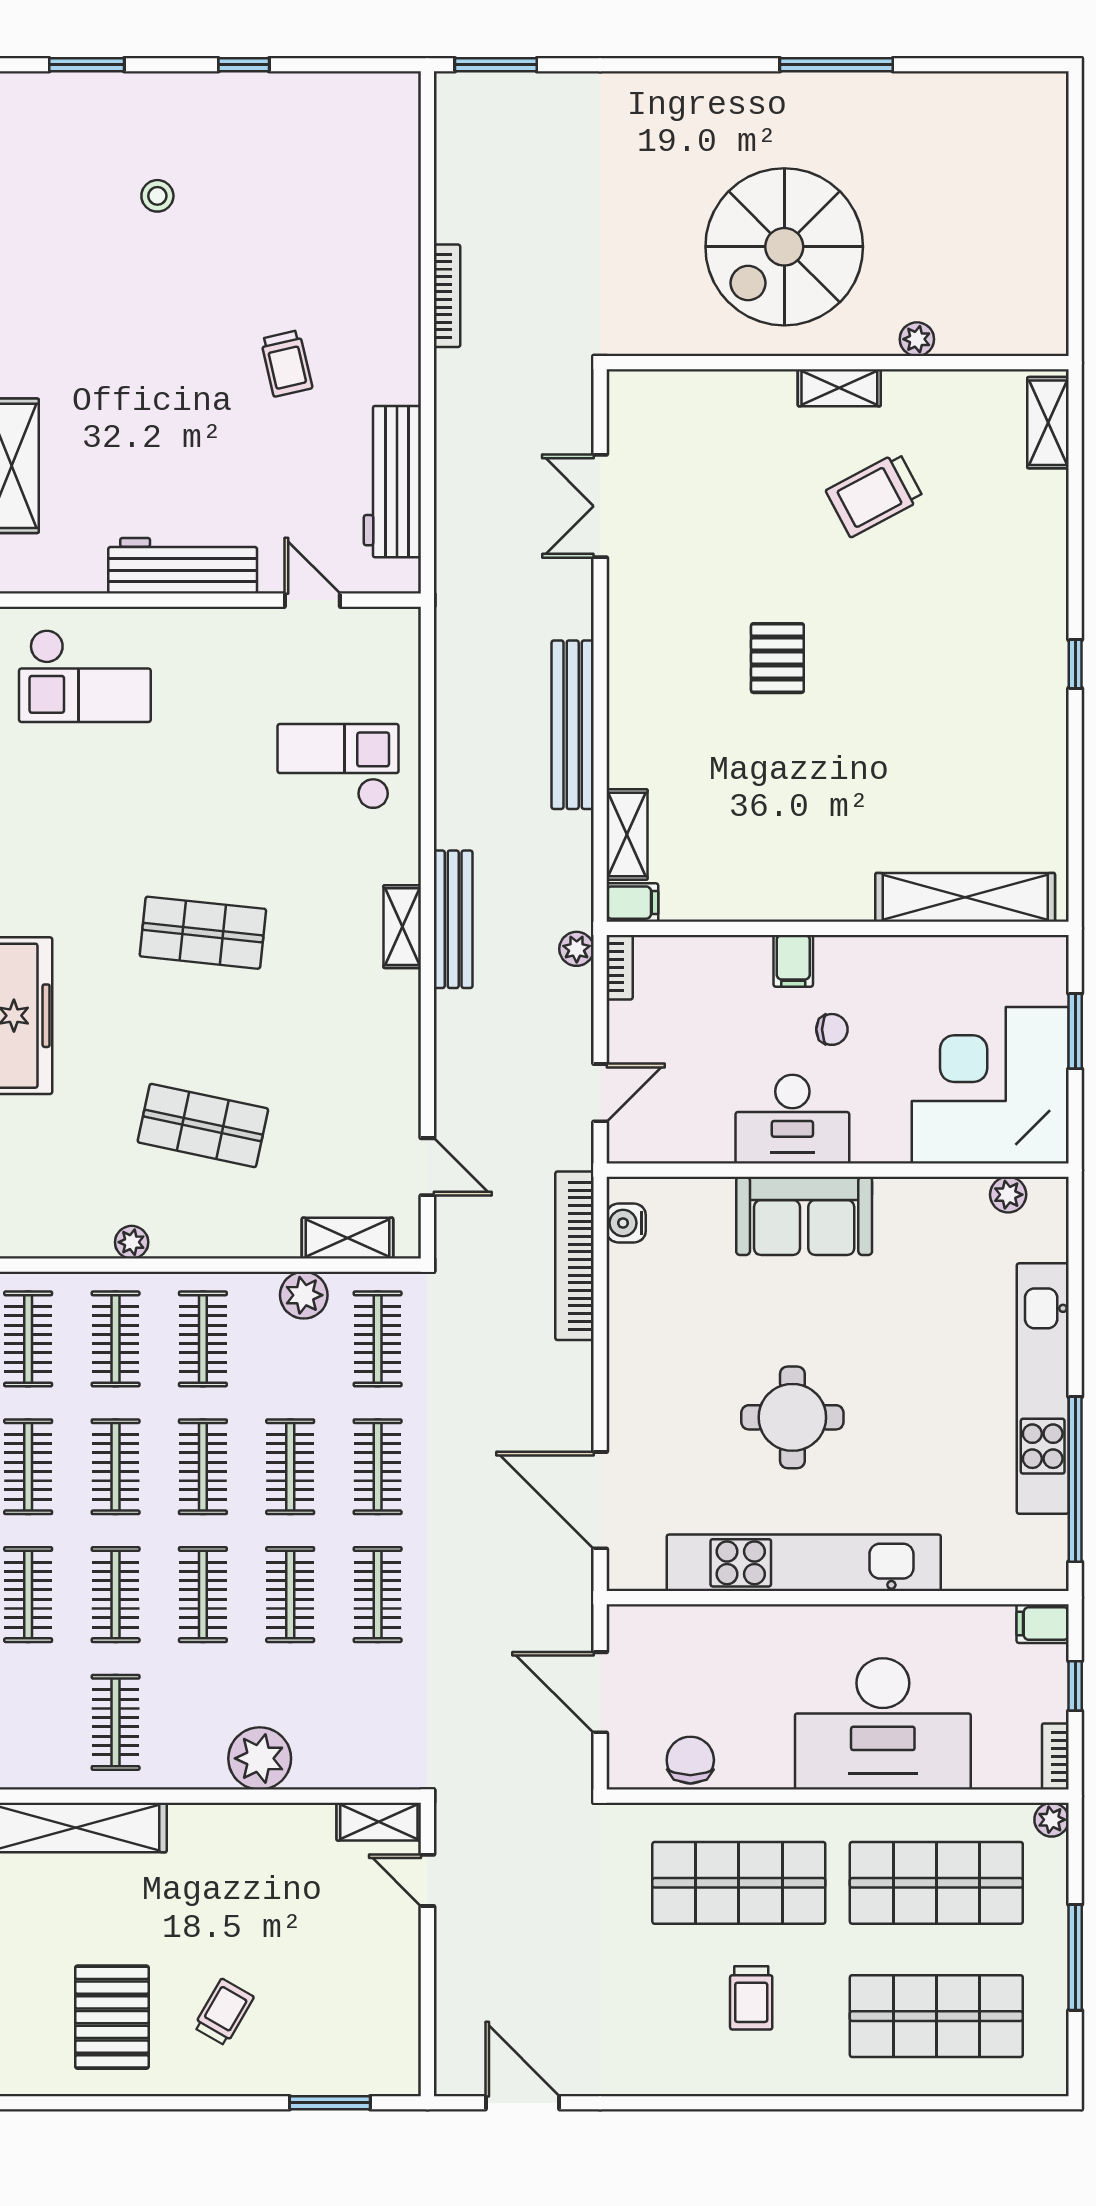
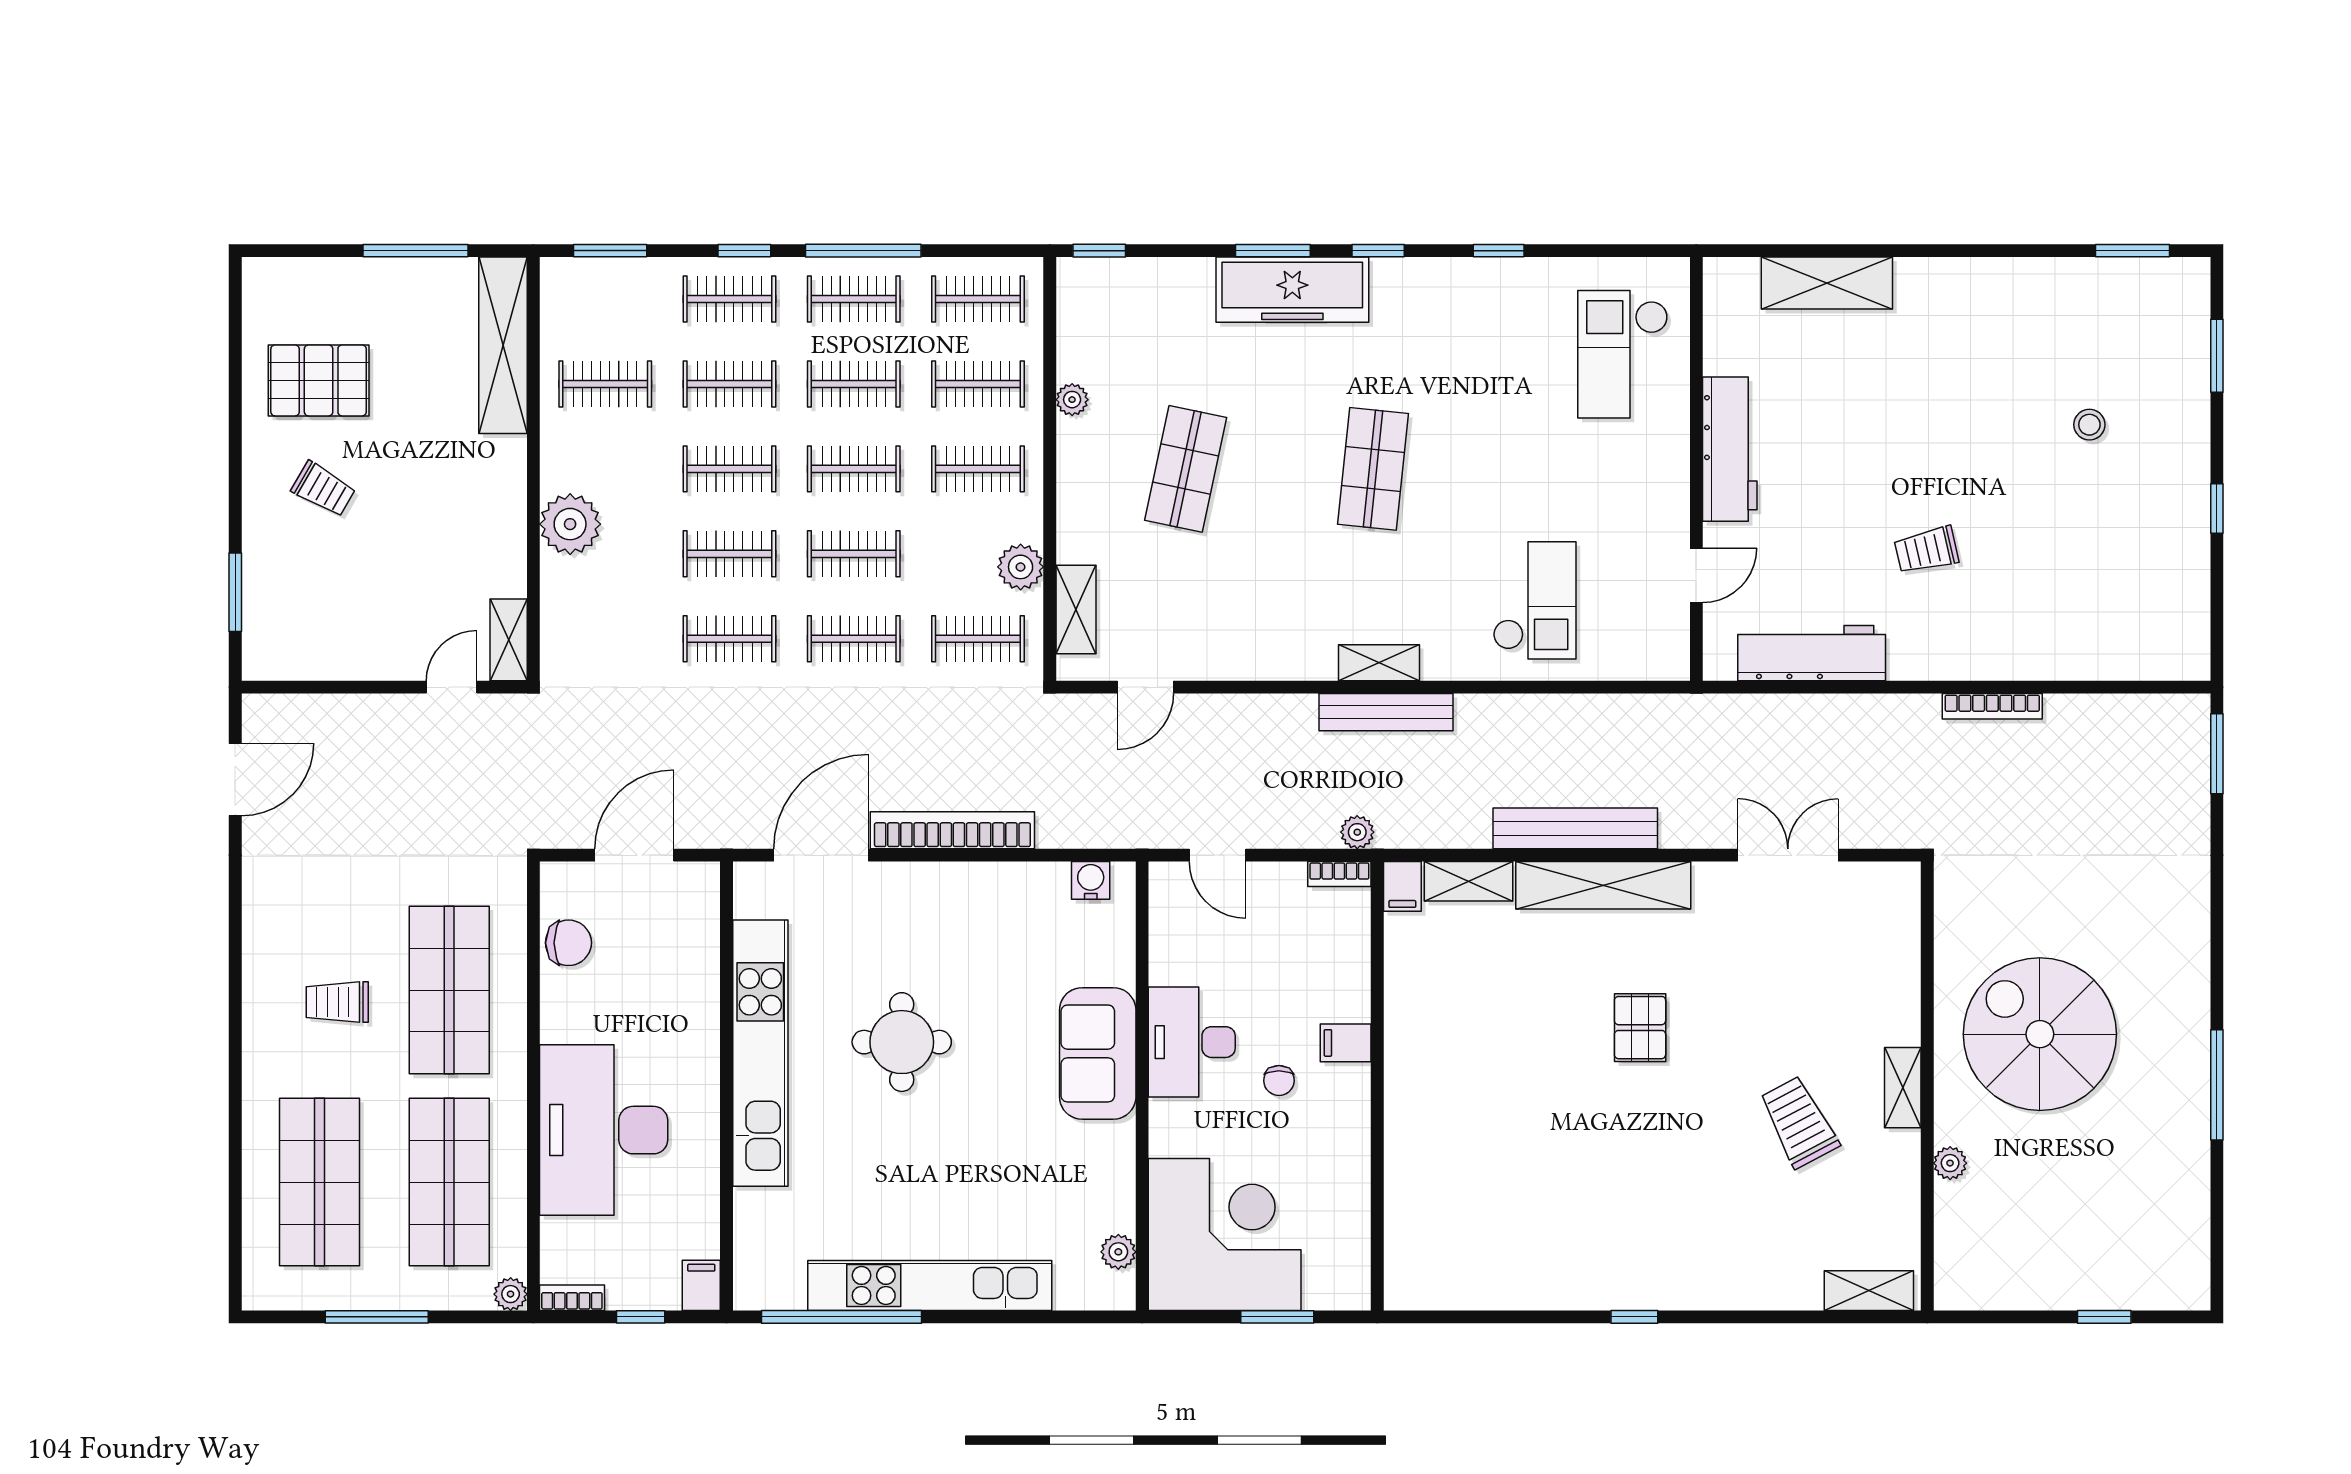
window: (1075, 181) -> (2104, 1317), added
pallet: (777, 658) -> (1640, 1028), turned 90
shelving: (965, 897) -> (1603, 885), moved, turned 90
bookcase: (574, 1256) -> (952, 830), moved

